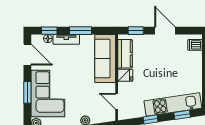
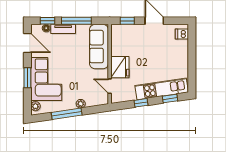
window: (80, 31) -> (76, 21), width x1.44
kitchen counter: (125, 54) -> (117, 42), removed
fridge: (125, 75) -> (120, 67), width x1.88, depth x1.34

